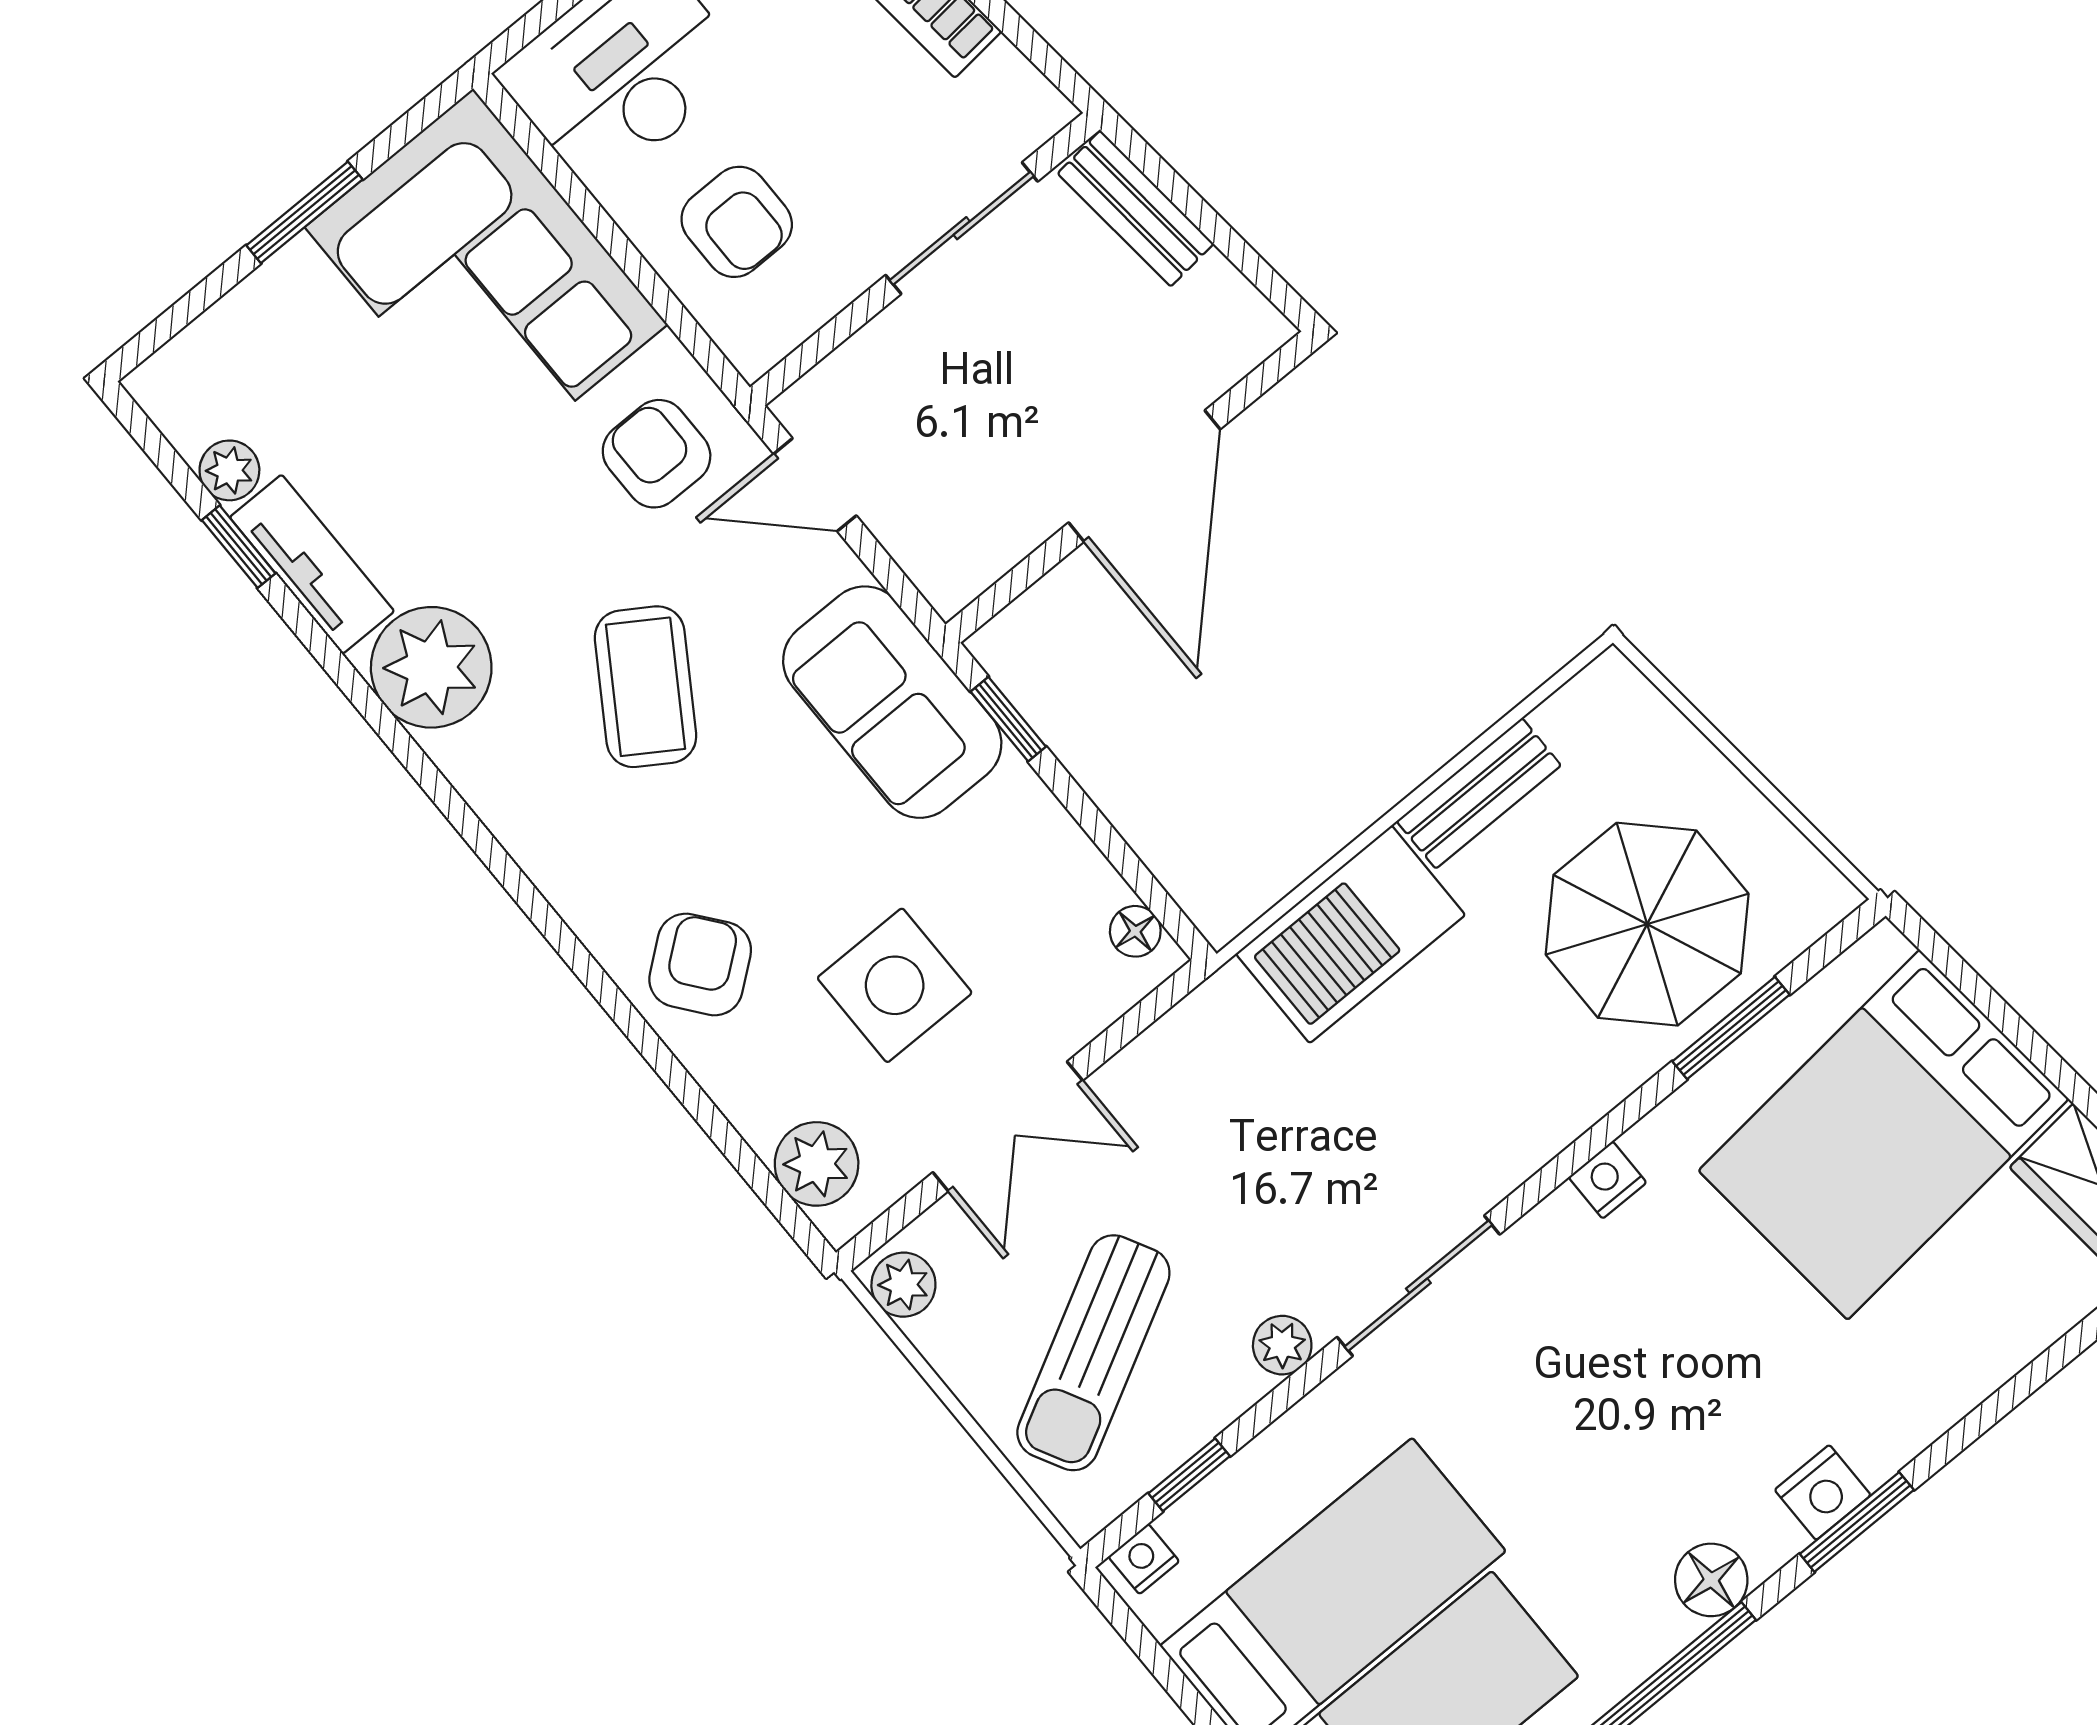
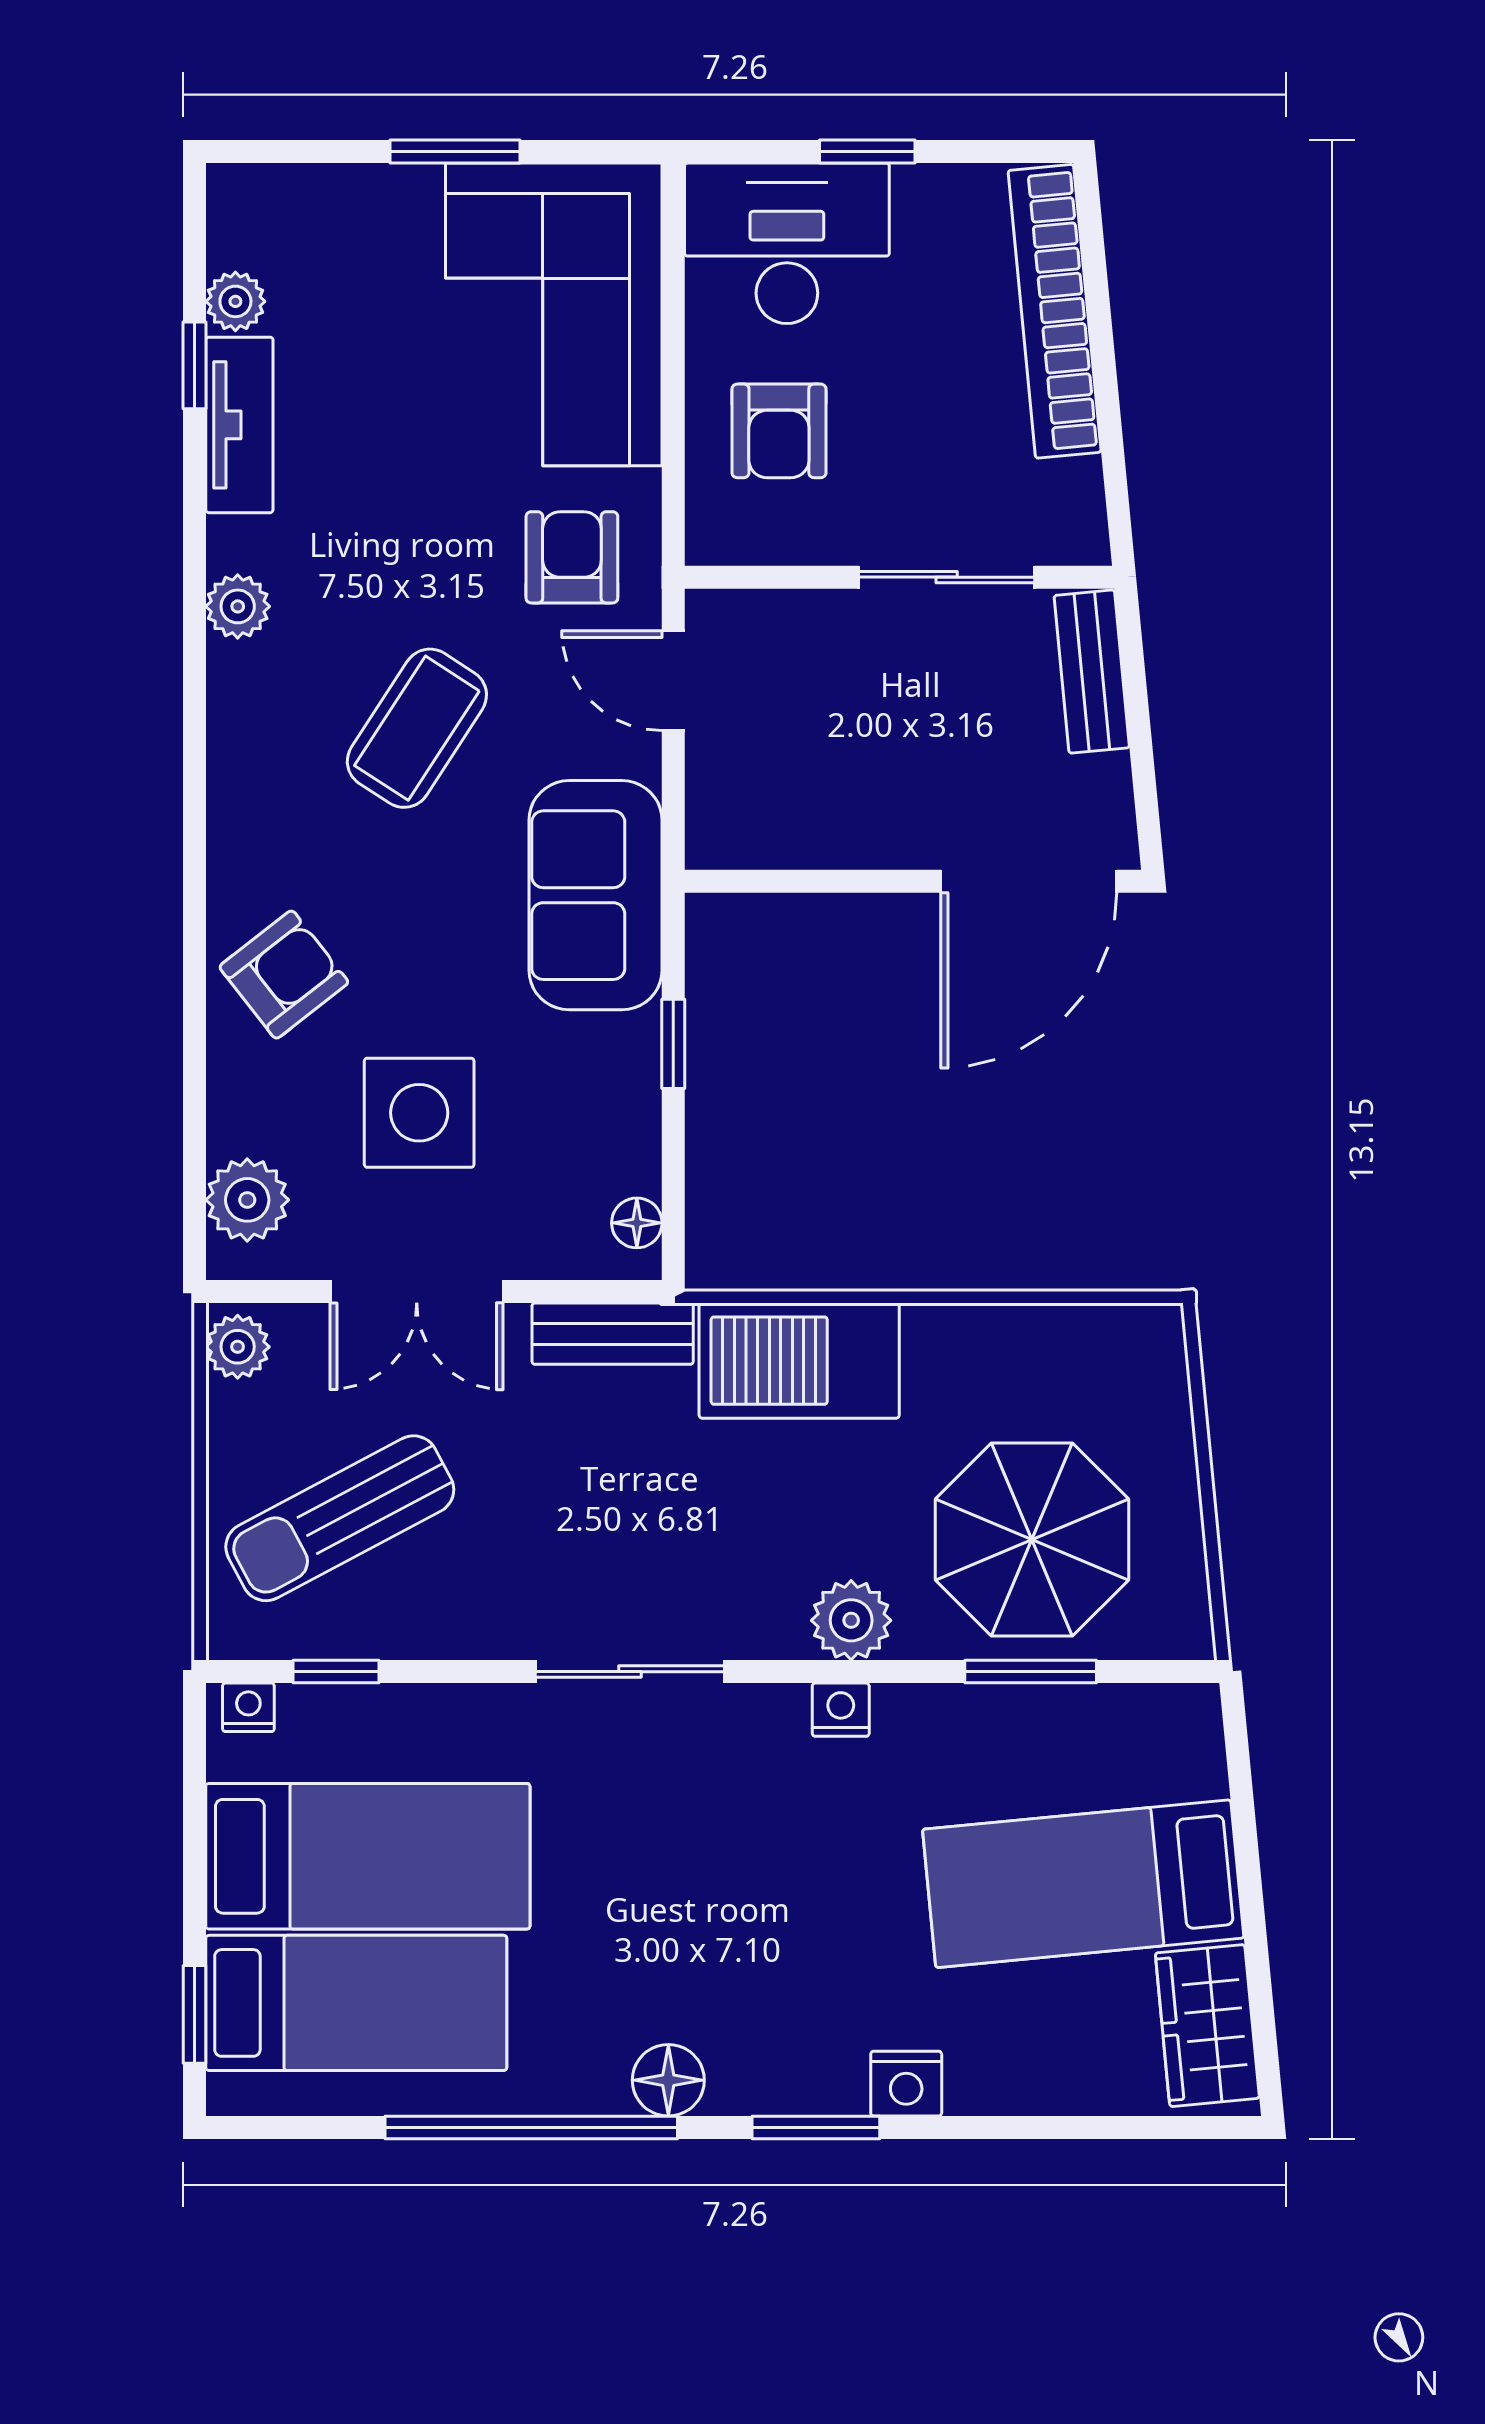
door: (1144, 476) -> (1029, 881), moved
plant: (431, 667) -> (238, 606), width x0.53, depth x0.53
window: (1008, 719) -> (673, 1044), moved
bench: (1479, 793) -> (613, 1334), moved
bed: (1884, 1135) -> (1083, 1884), width x0.67
plant: (1282, 1345) -> (851, 1620), moved, width x1.38, depth x1.38
nightstand: (1823, 1492) -> (906, 2084), moved

